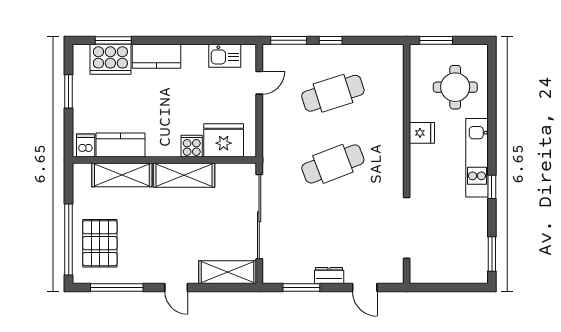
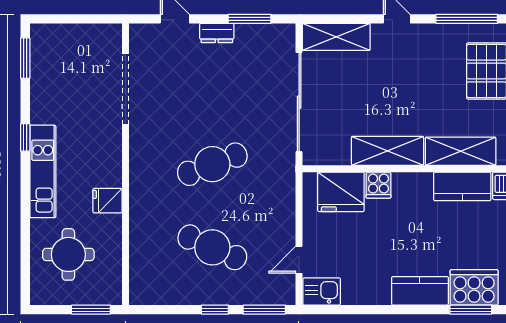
kitchen sink: (225, 56) -> (322, 291), moved
cafe table: (333, 93) -> (212, 247), turned 42

